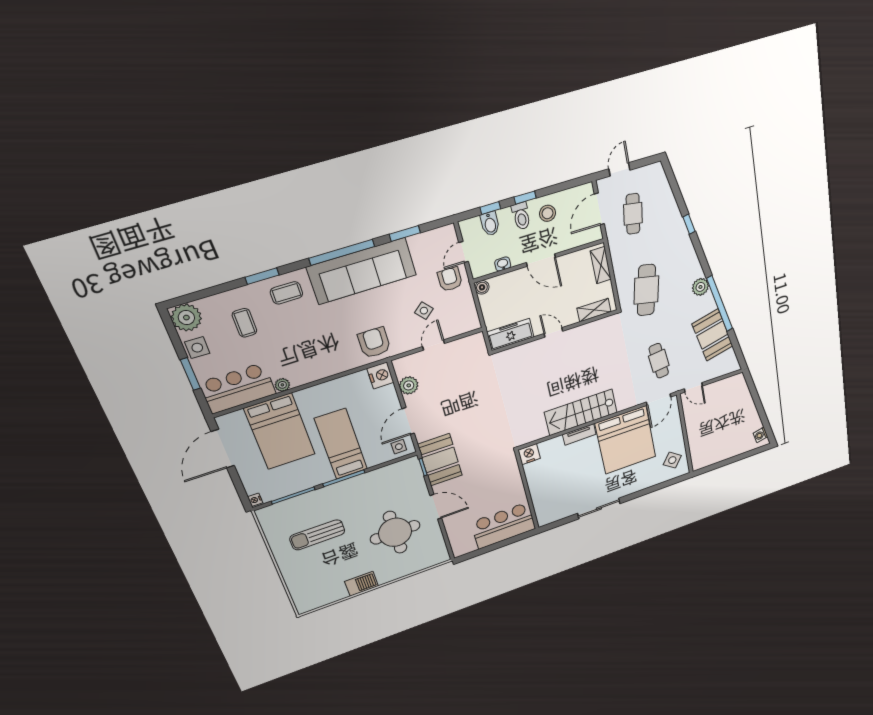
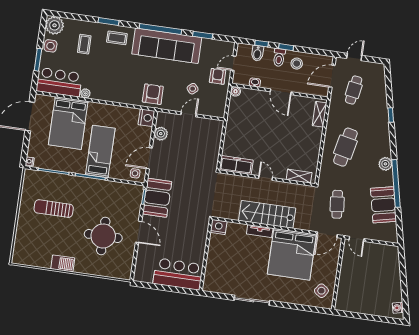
shelving: (594, 310) -> (299, 176), moved
door: (553, 332) -> (265, 178), moved
wall: (555, 332) -> (267, 178), moved
freezer: (510, 335) -> (236, 165), moved

